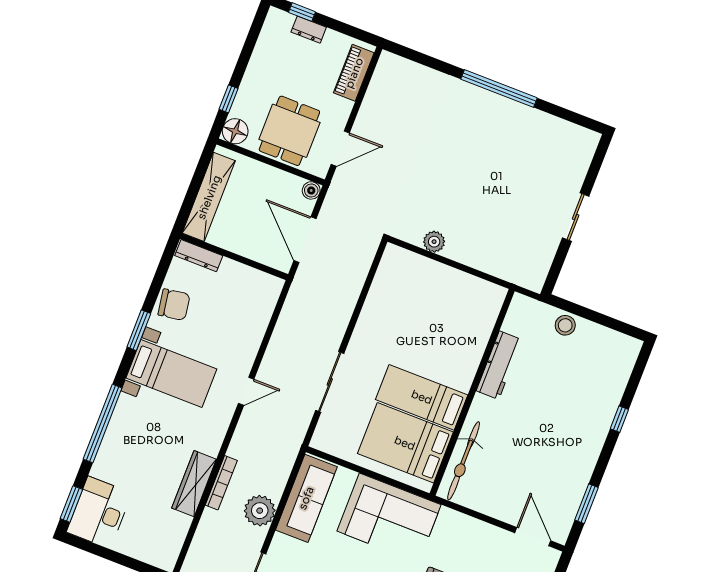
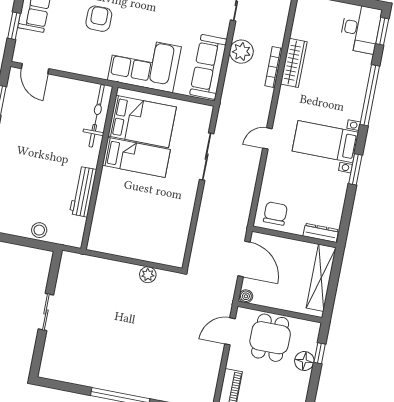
floor lamp: (235, 131) -> (304, 361), moved
chair: (174, 305) -> (275, 213), moved, turned 99

